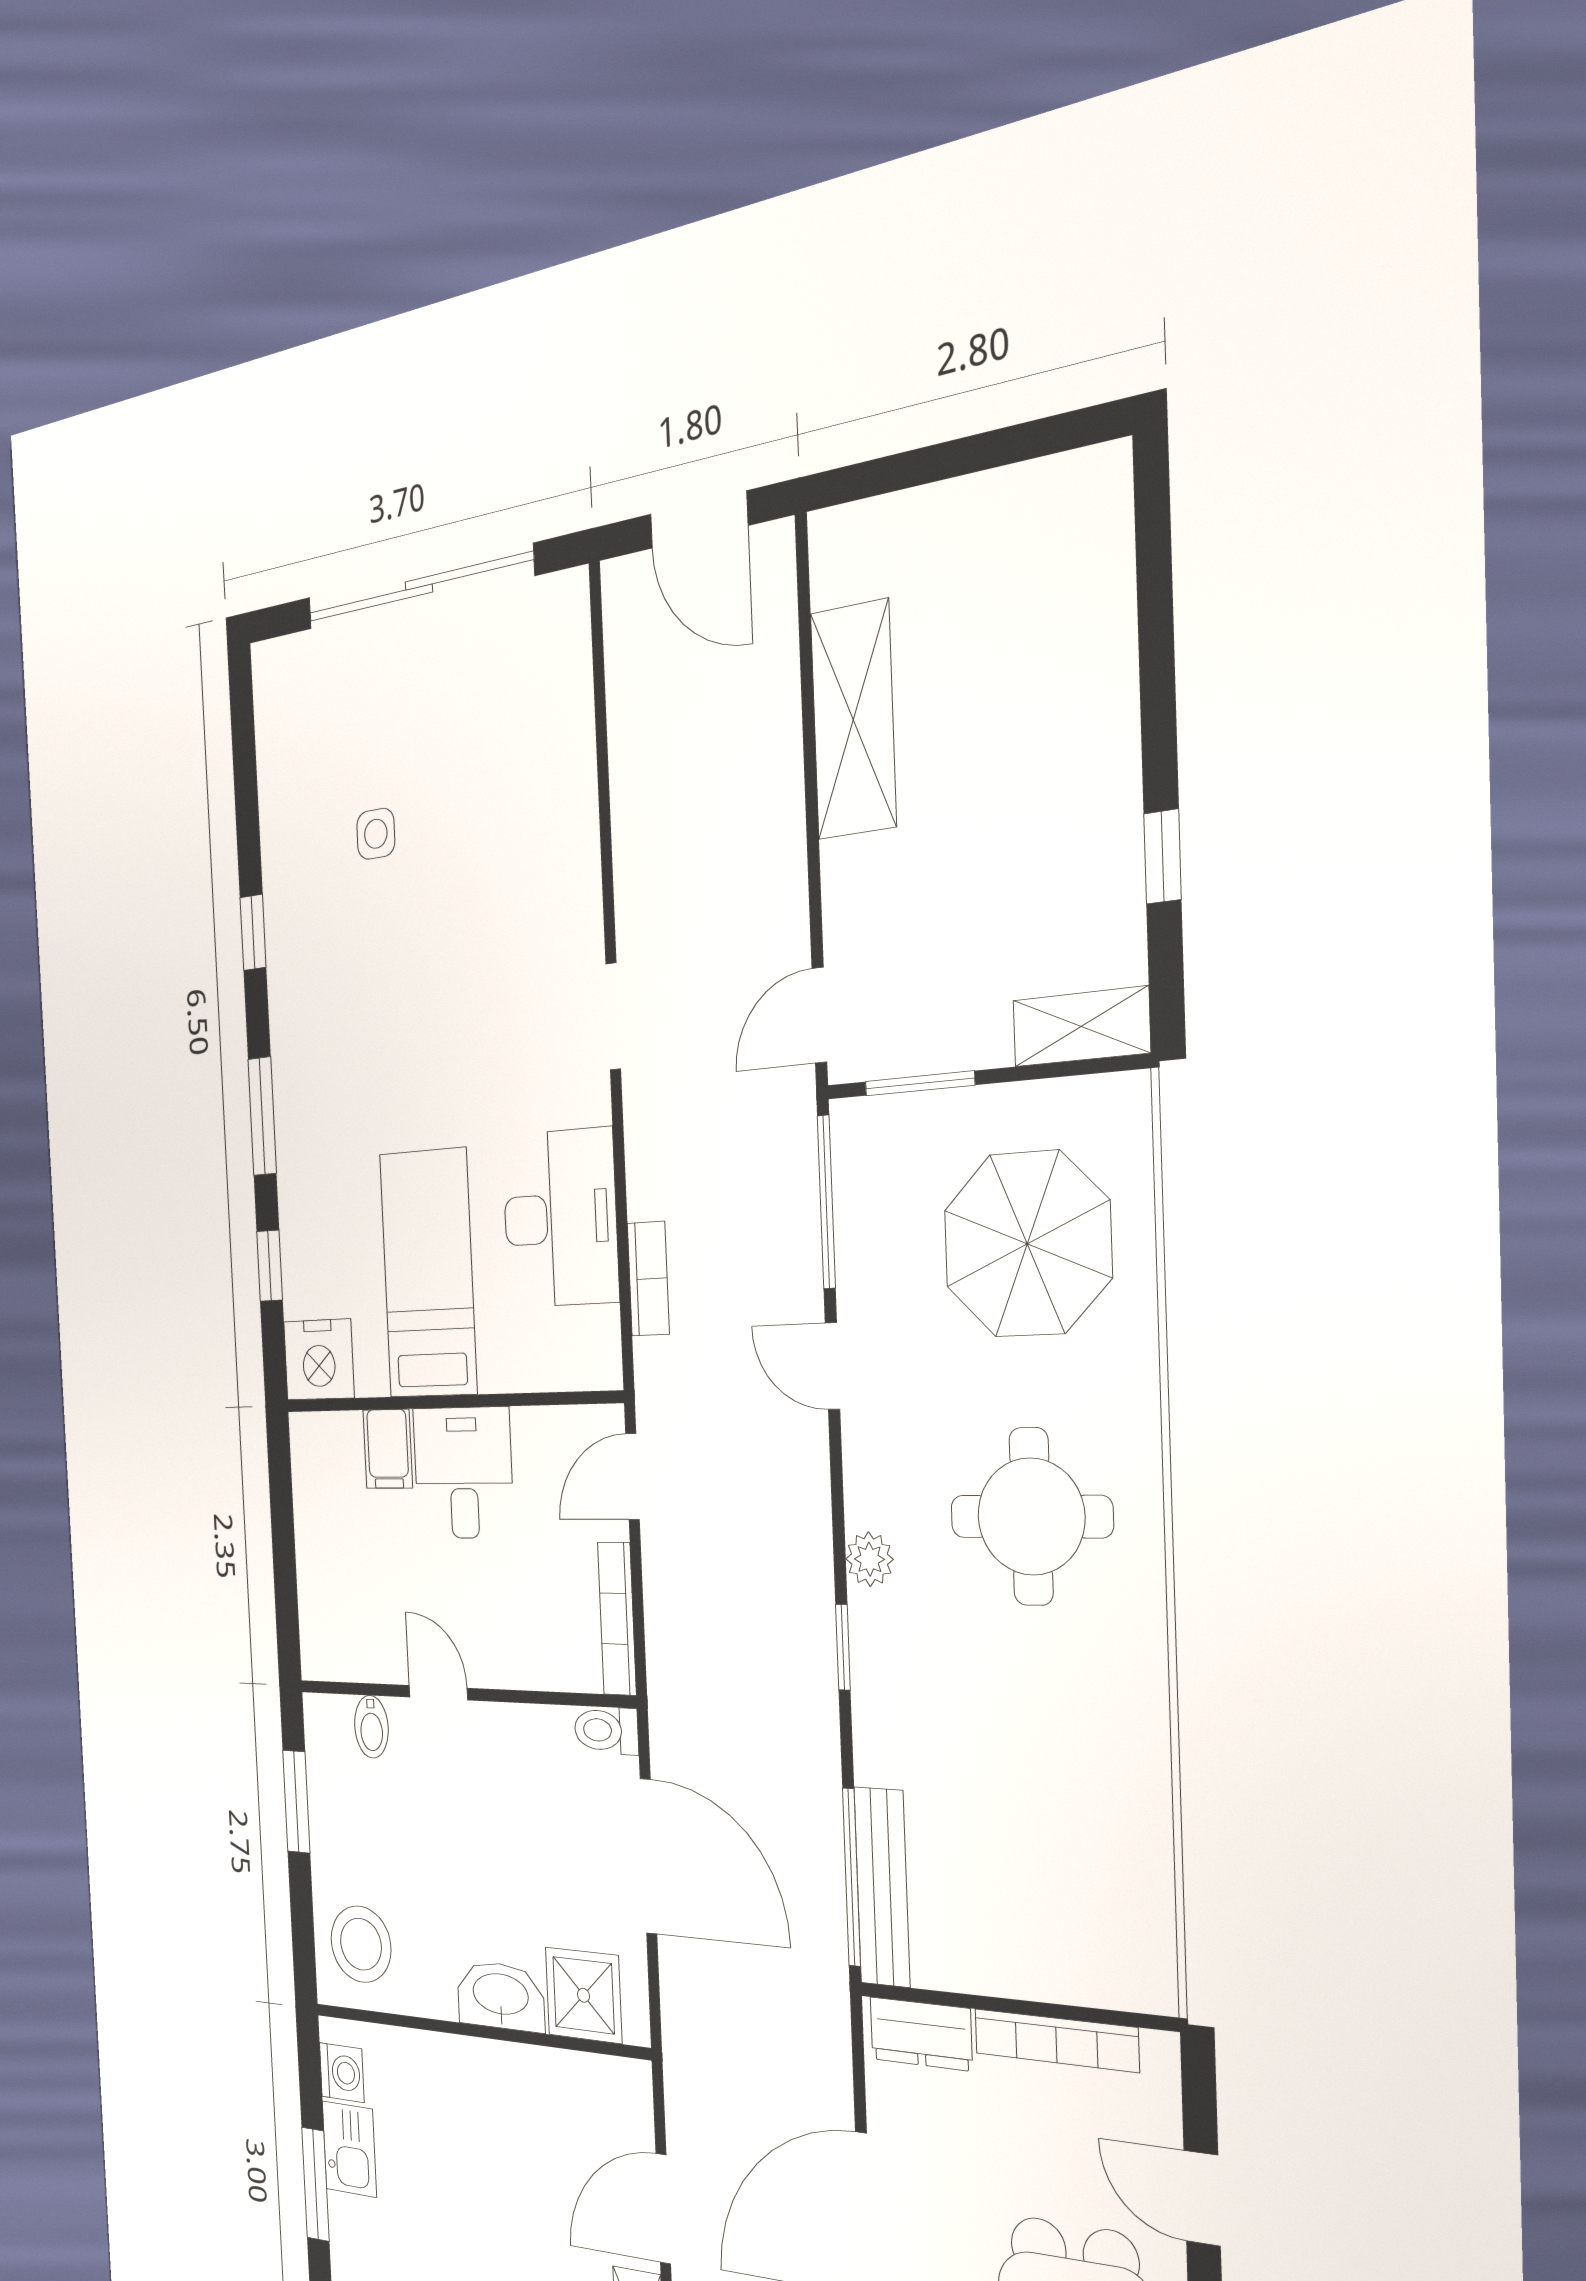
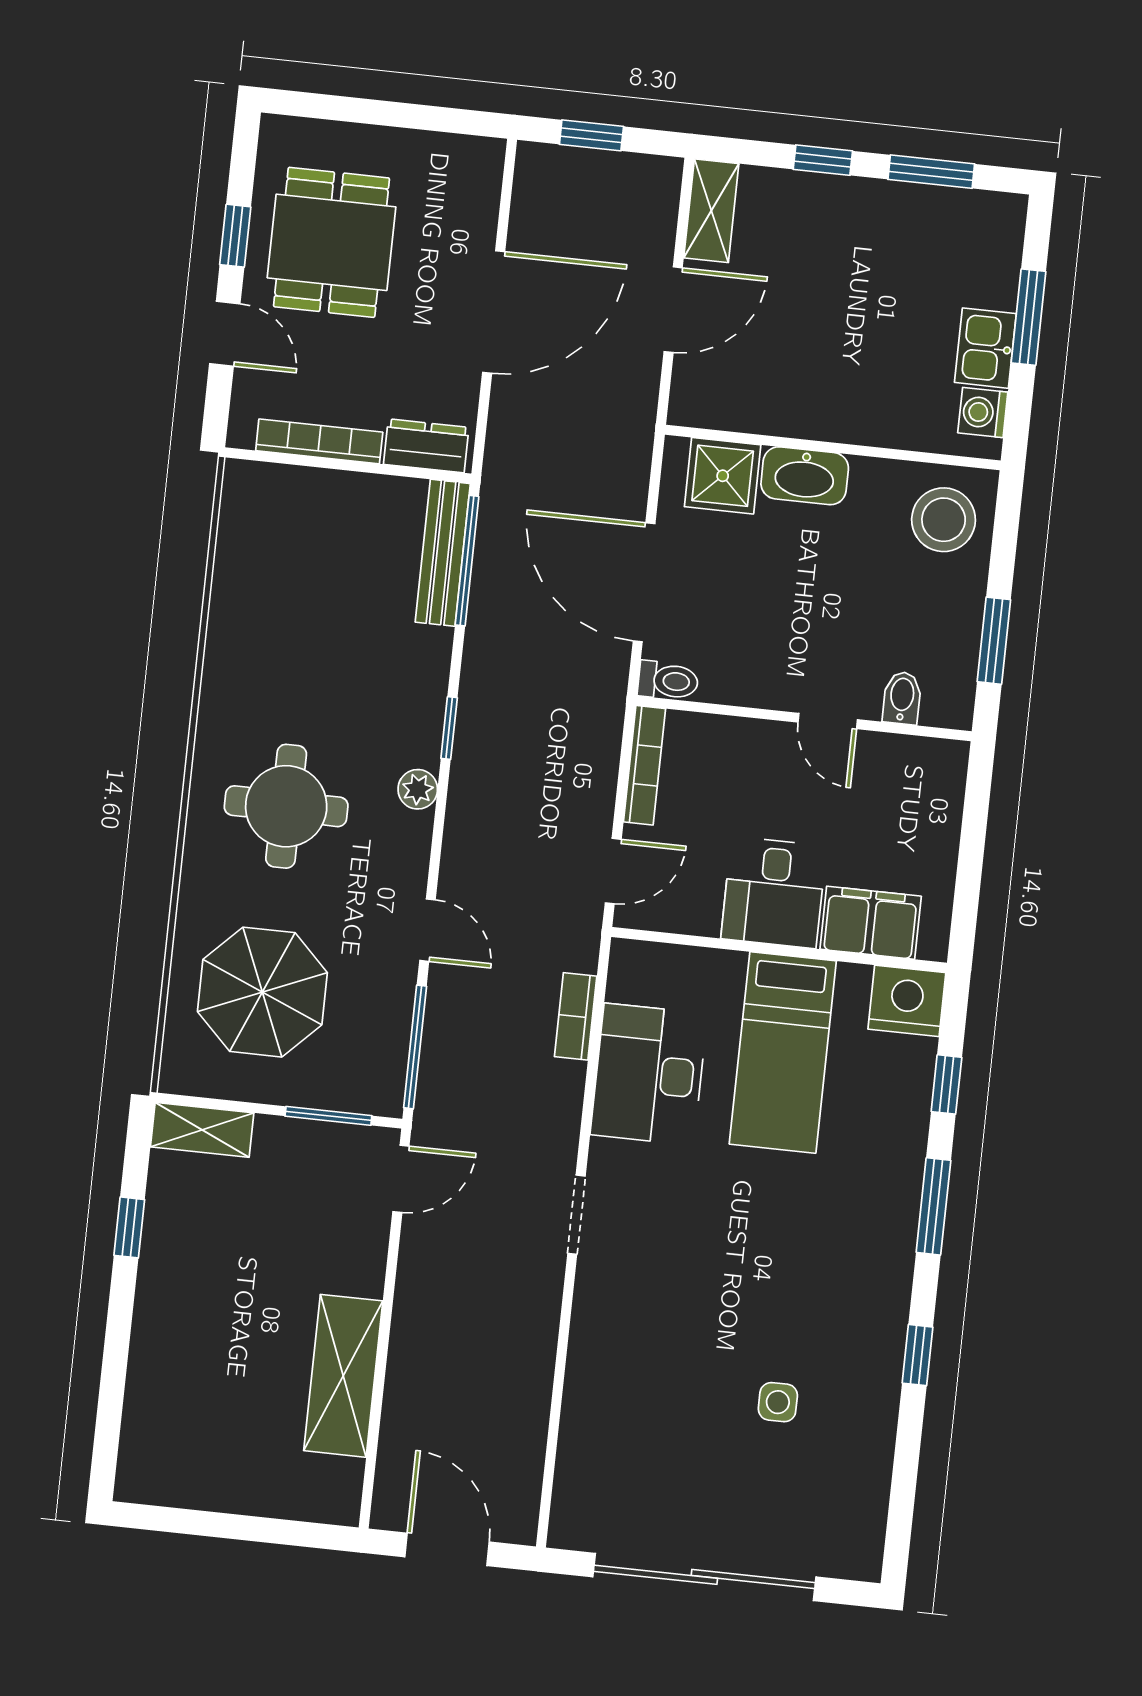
filing cabinet: (388, 1449) -> (871, 923), width x2.00

